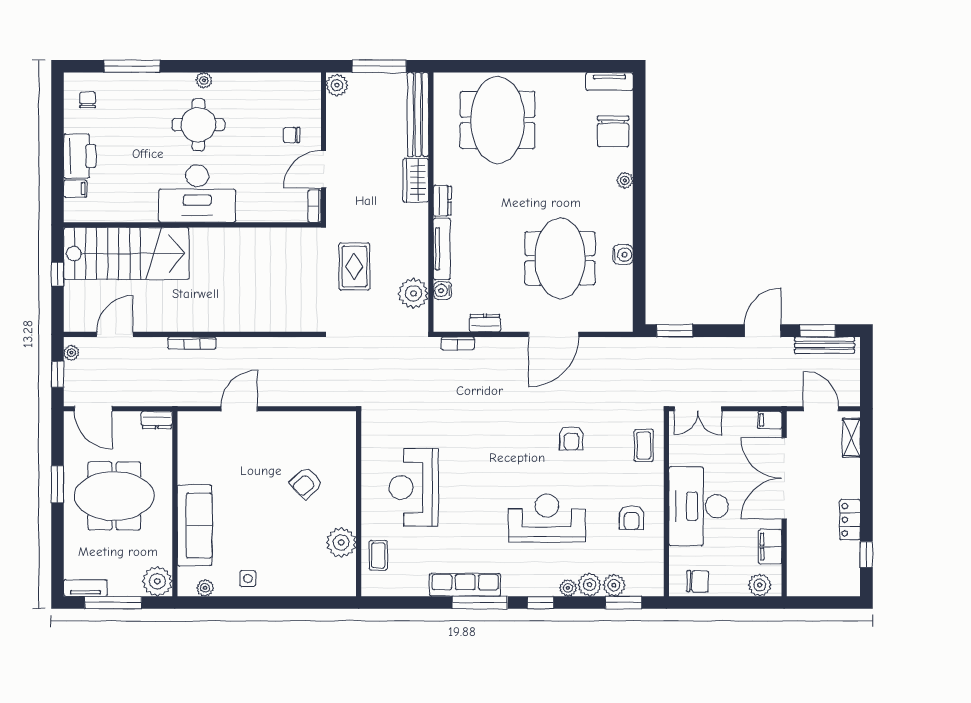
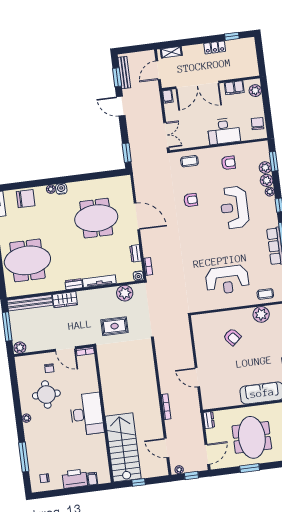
round table: (198, 125) -> (46, 395), moved
water cooler: (623, 255) -> (61, 189), moved
water cooler: (442, 291) -> (138, 276), moved
desk: (698, 506) -> (224, 131), width x0.73, depth x0.77

